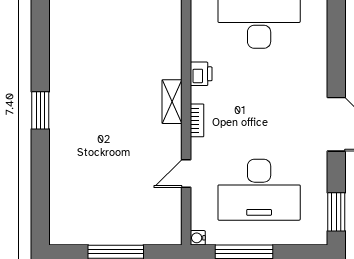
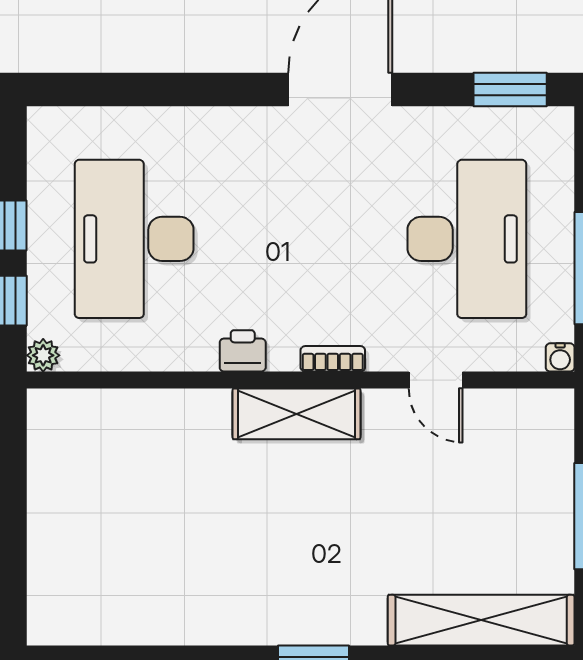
shelving: (172, 102) -> (296, 414), width x1.50, depth x1.33
shelving: (62, 197) -> (481, 620), added

